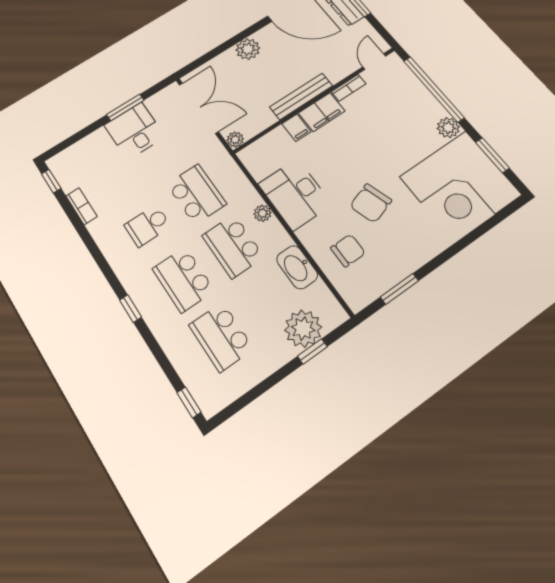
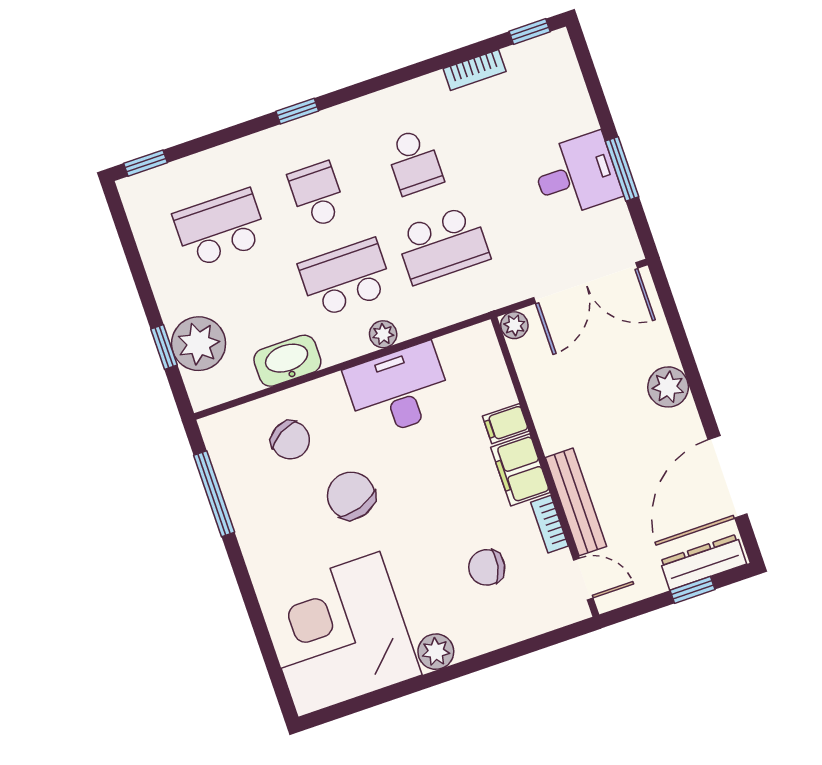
window: (434, 89) -> (507, 653), removed
bench: (301, 96) -> (576, 502), moved
chair: (387, 114) -> (487, 567), added
window: (492, 155) -> (372, 700), removed
school desk: (148, 226) -> (414, 162), turned 180
chair: (348, 250) -> (290, 440), turned -30
school desk: (183, 280) -> (317, 195), width x0.54
window: (399, 289) -> (214, 494), width x1.44

